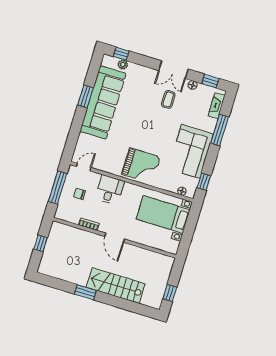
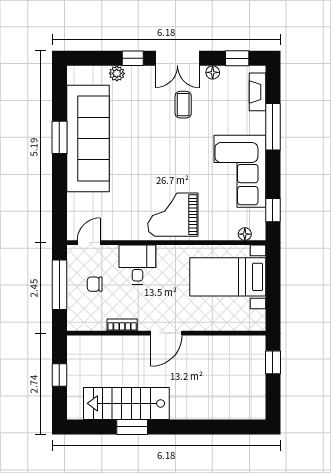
window: (121, 54) -> (133, 58), moved
plant: (123, 65) -> (117, 73), moved
grand piano: (141, 166) -> (173, 215), turned 180
door: (115, 238) -> (166, 333), hinge flipped
stairs: (116, 286) -> (126, 403), moved
window: (85, 292) -> (132, 427), moved
window: (170, 293) -> (273, 362), moved

